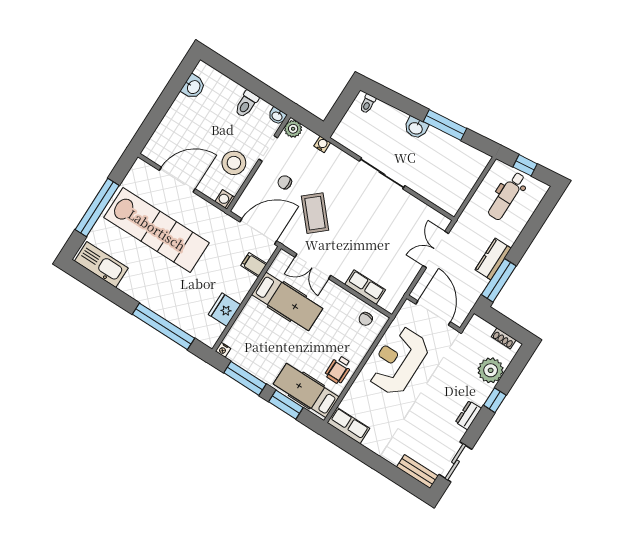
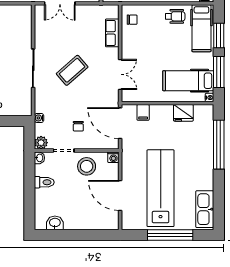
coffee table: (315, 213) -> (72, 70), moved
hospital bed: (287, 301) -> (188, 81), moved, turned -90

